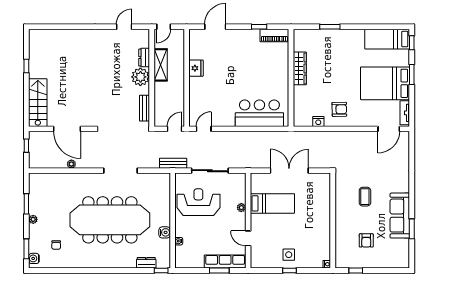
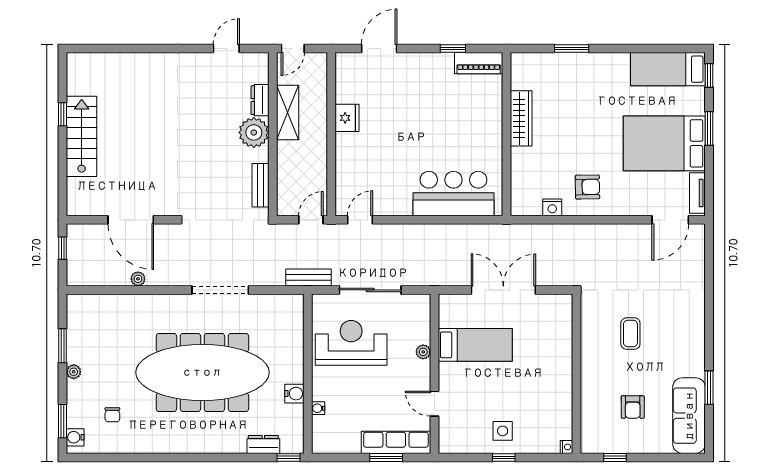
stairs: (38, 103) -> (82, 136), moved
sofa: (400, 216) -> (689, 416), moved

